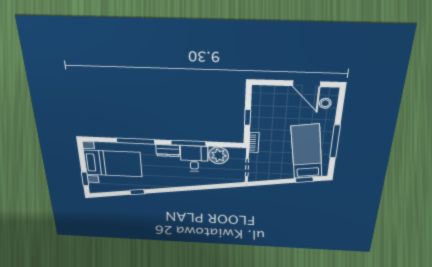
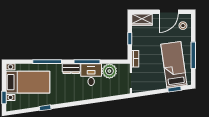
door: (306, 84) -> (169, 12), hinge flipped
wardrobe: (266, 93) -> (142, 20), added

